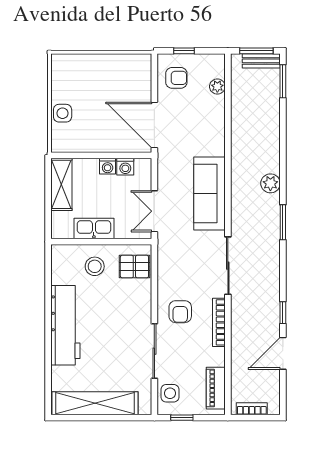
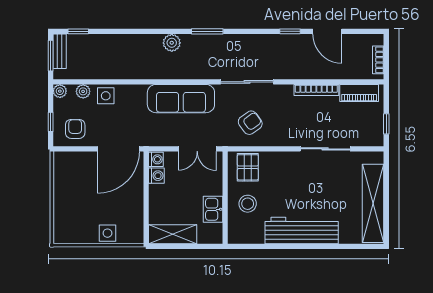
plant: (218, 61) -> (60, 91), added
window: (283, 81) -> (78, 31), width x0.67
washing machine: (108, 166) -> (156, 159), moved
kitchen sink: (94, 228) -> (213, 209), width x0.73
armchair: (180, 312) -> (250, 123), moved, turned -36
bookcase: (219, 322) -> (316, 90), moved
side table: (170, 393) -> (106, 96), moved

